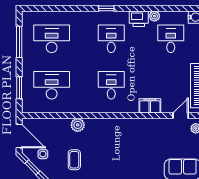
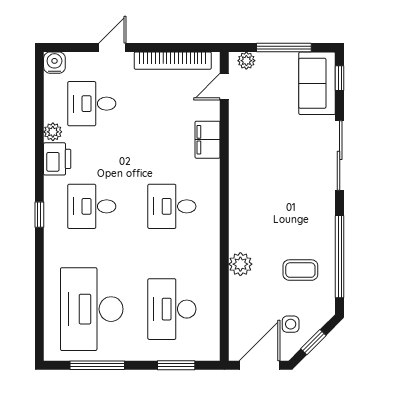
desk: (52, 39) -> (92, 309), width x1.36, depth x1.30
door: (181, 116) -> (224, 87), hinge flipped

